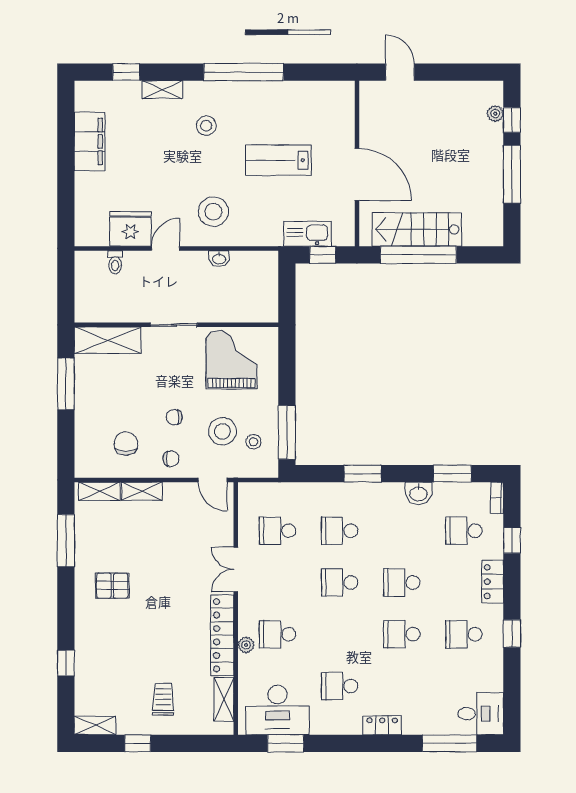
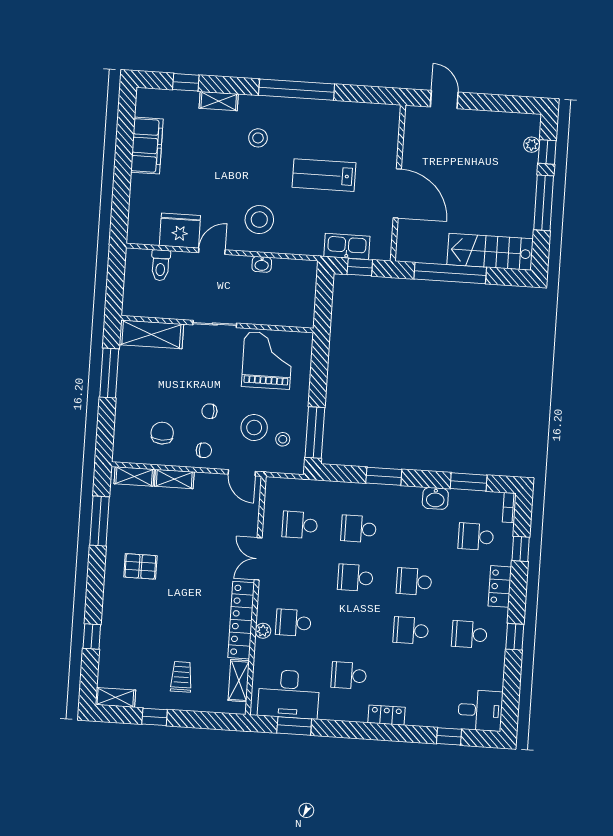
stairs: (417, 229) -> (490, 252), moved
toilet: (115, 262) -> (161, 265), width x1.37, depth x1.39
window: (450, 743) -> (449, 736), width x0.46

